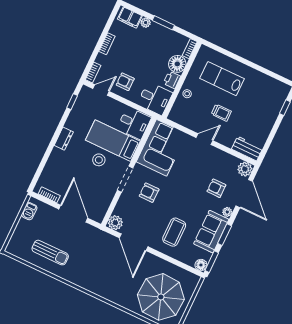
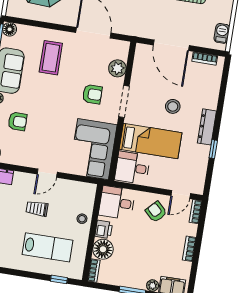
window: (220, 50) -> (59, 279), added
armchair: (125, 82) -> (156, 212), turned -136
window: (72, 102) -> (213, 149), moved
dresser: (64, 139) -> (207, 127), width x1.44
stool: (99, 160) -> (173, 106), moved
plant: (115, 223) -> (117, 68), moved

